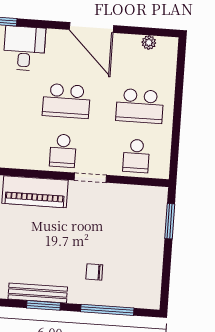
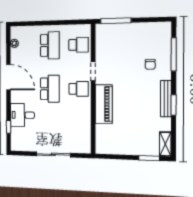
door: (91, 27) -> (8, 77), hinge flipped
window: (170, 221) -> (116, 21), width x1.44
window: (43, 305) -> (174, 105), moved

